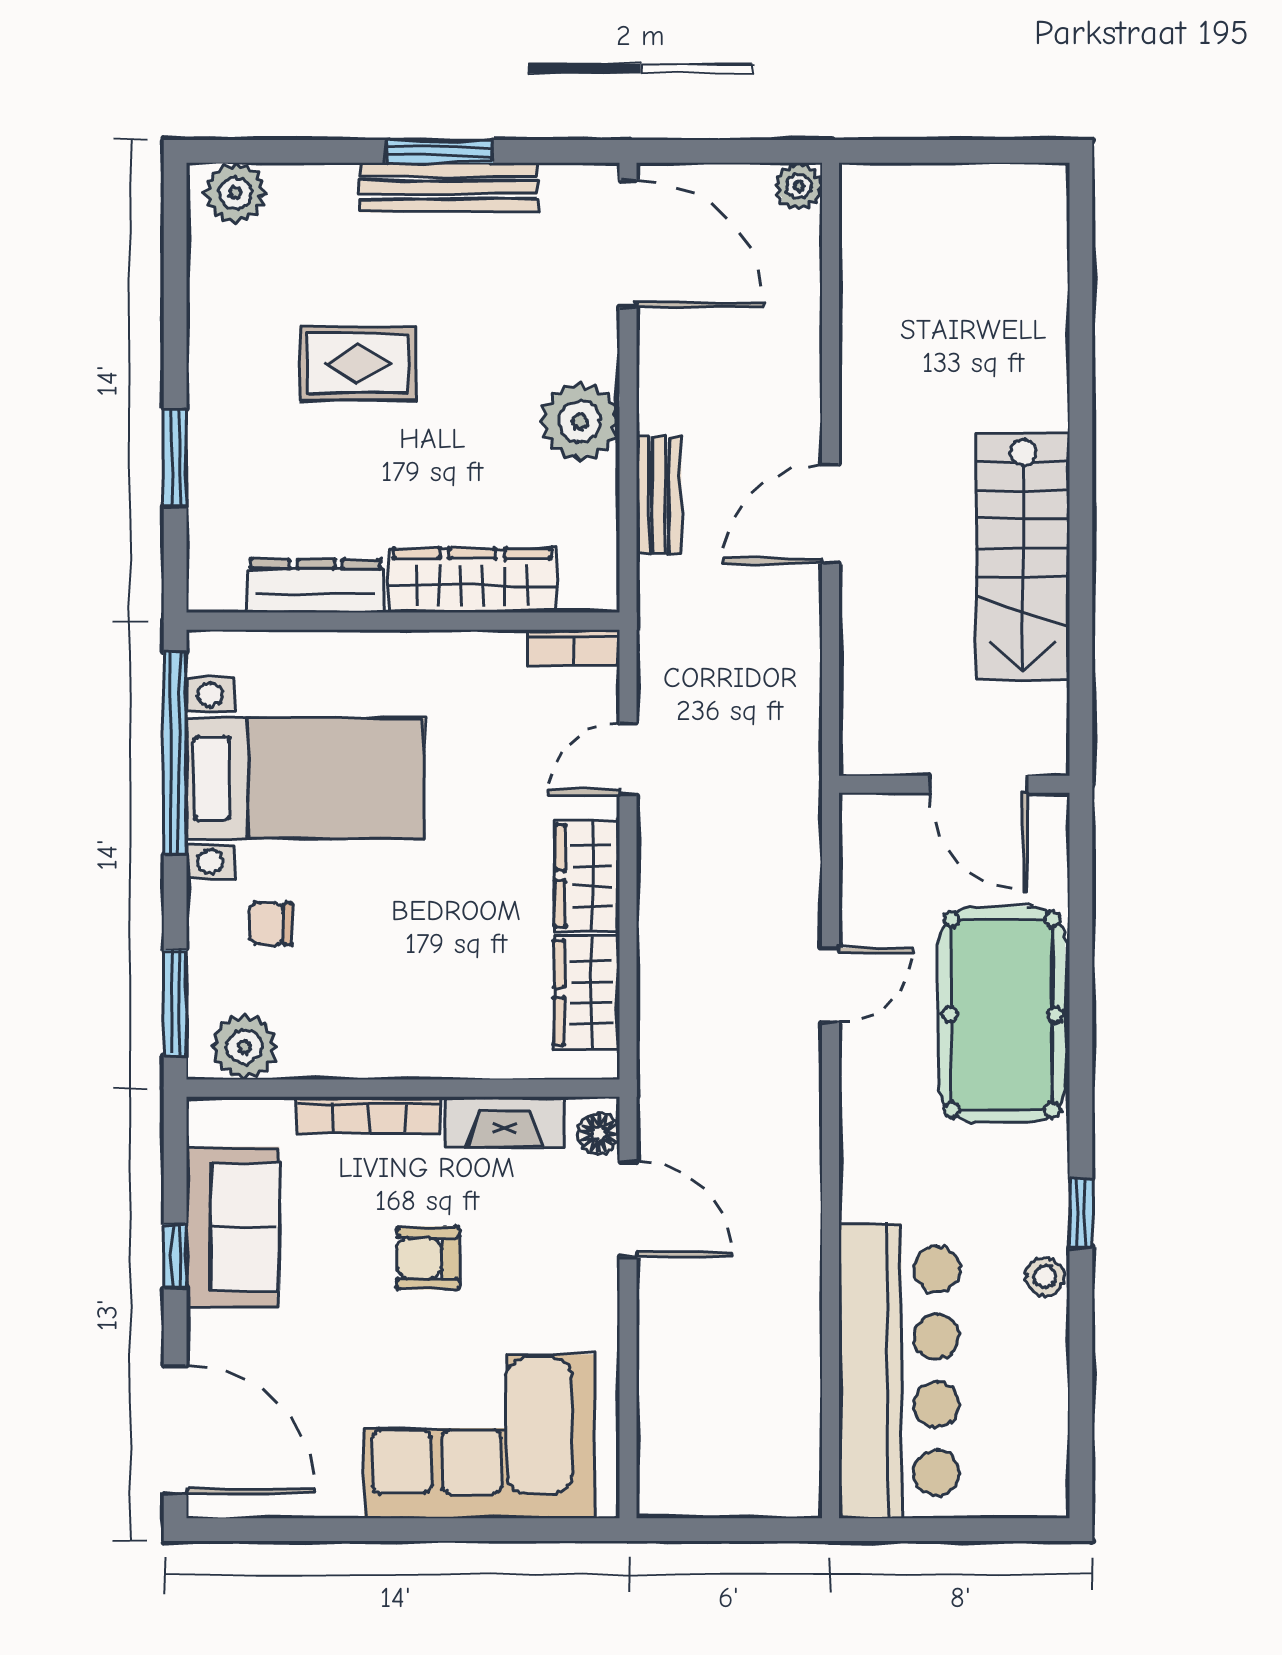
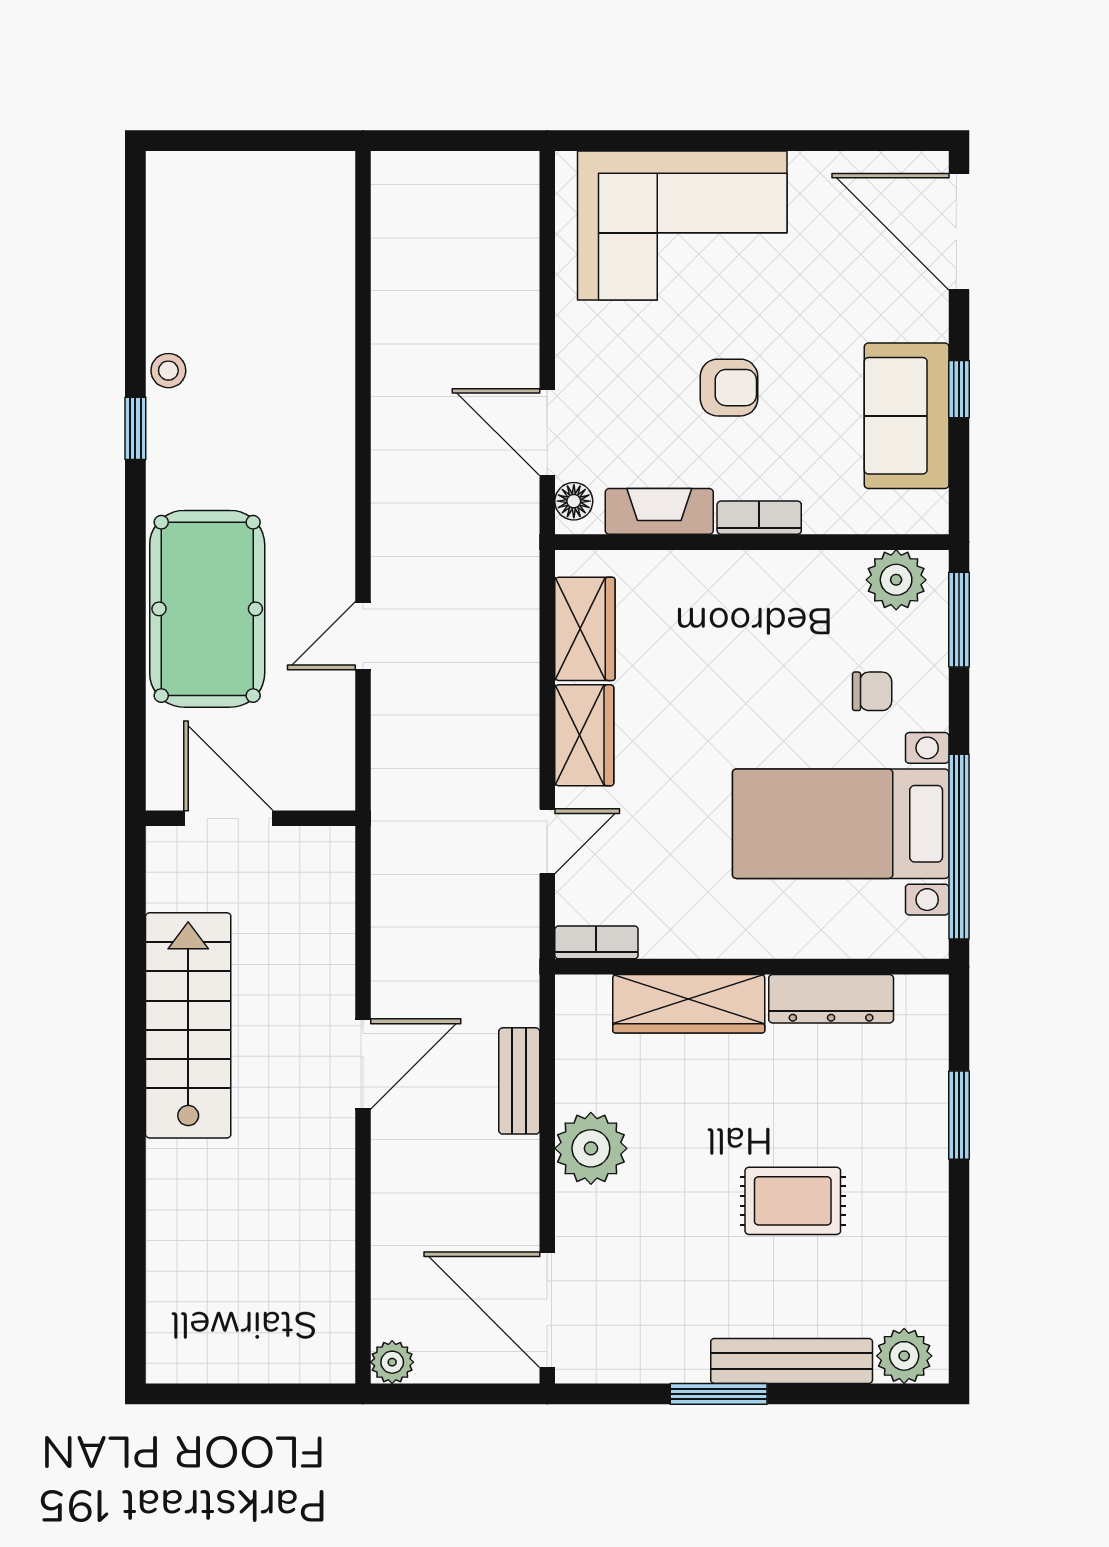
bench: (449, 188) -> (792, 1361), moved
bookcase: (369, 1115) -> (759, 518), width x0.64
bar counter: (899, 1371) -> (301, 285), removed

